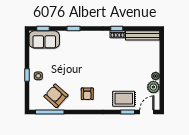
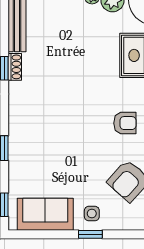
sofa: (44, 39) -> (45, 214), moved, turned -90

